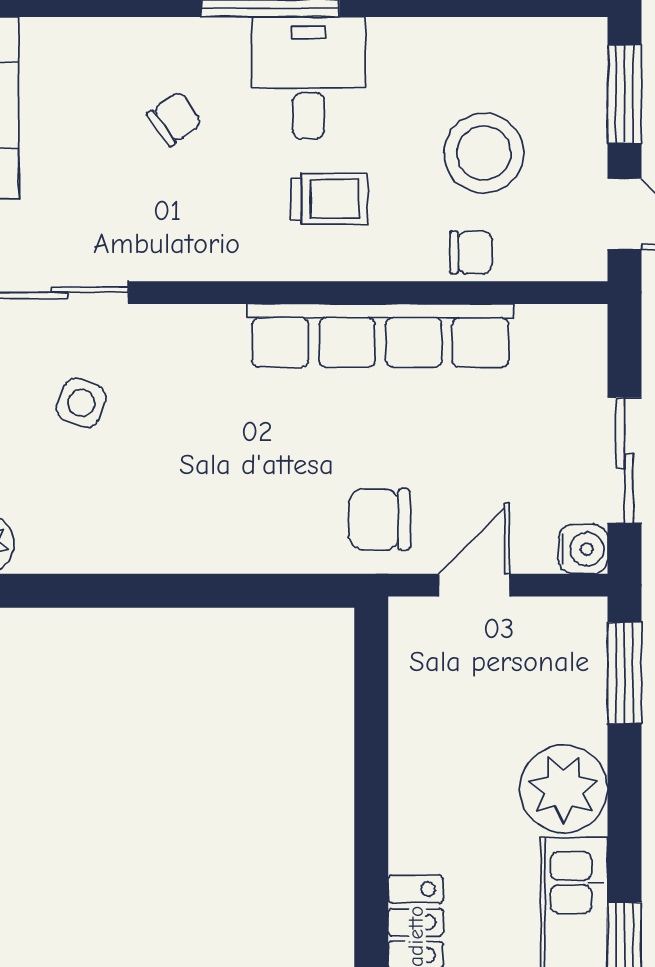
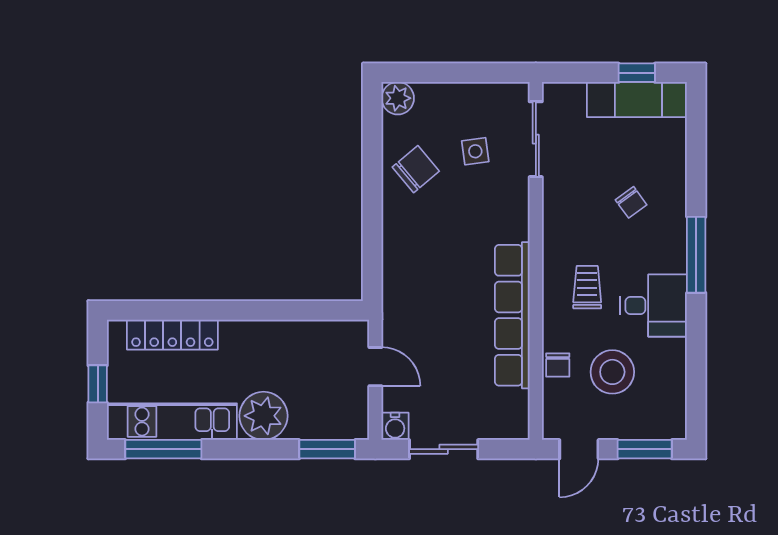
desk: (308, 78) -> (653, 306), moved
trolley: (329, 199) -> (587, 287), turned 180
side table: (81, 403) -> (475, 151), turned -30
chair: (379, 519) -> (416, 169), moved, turned 50

